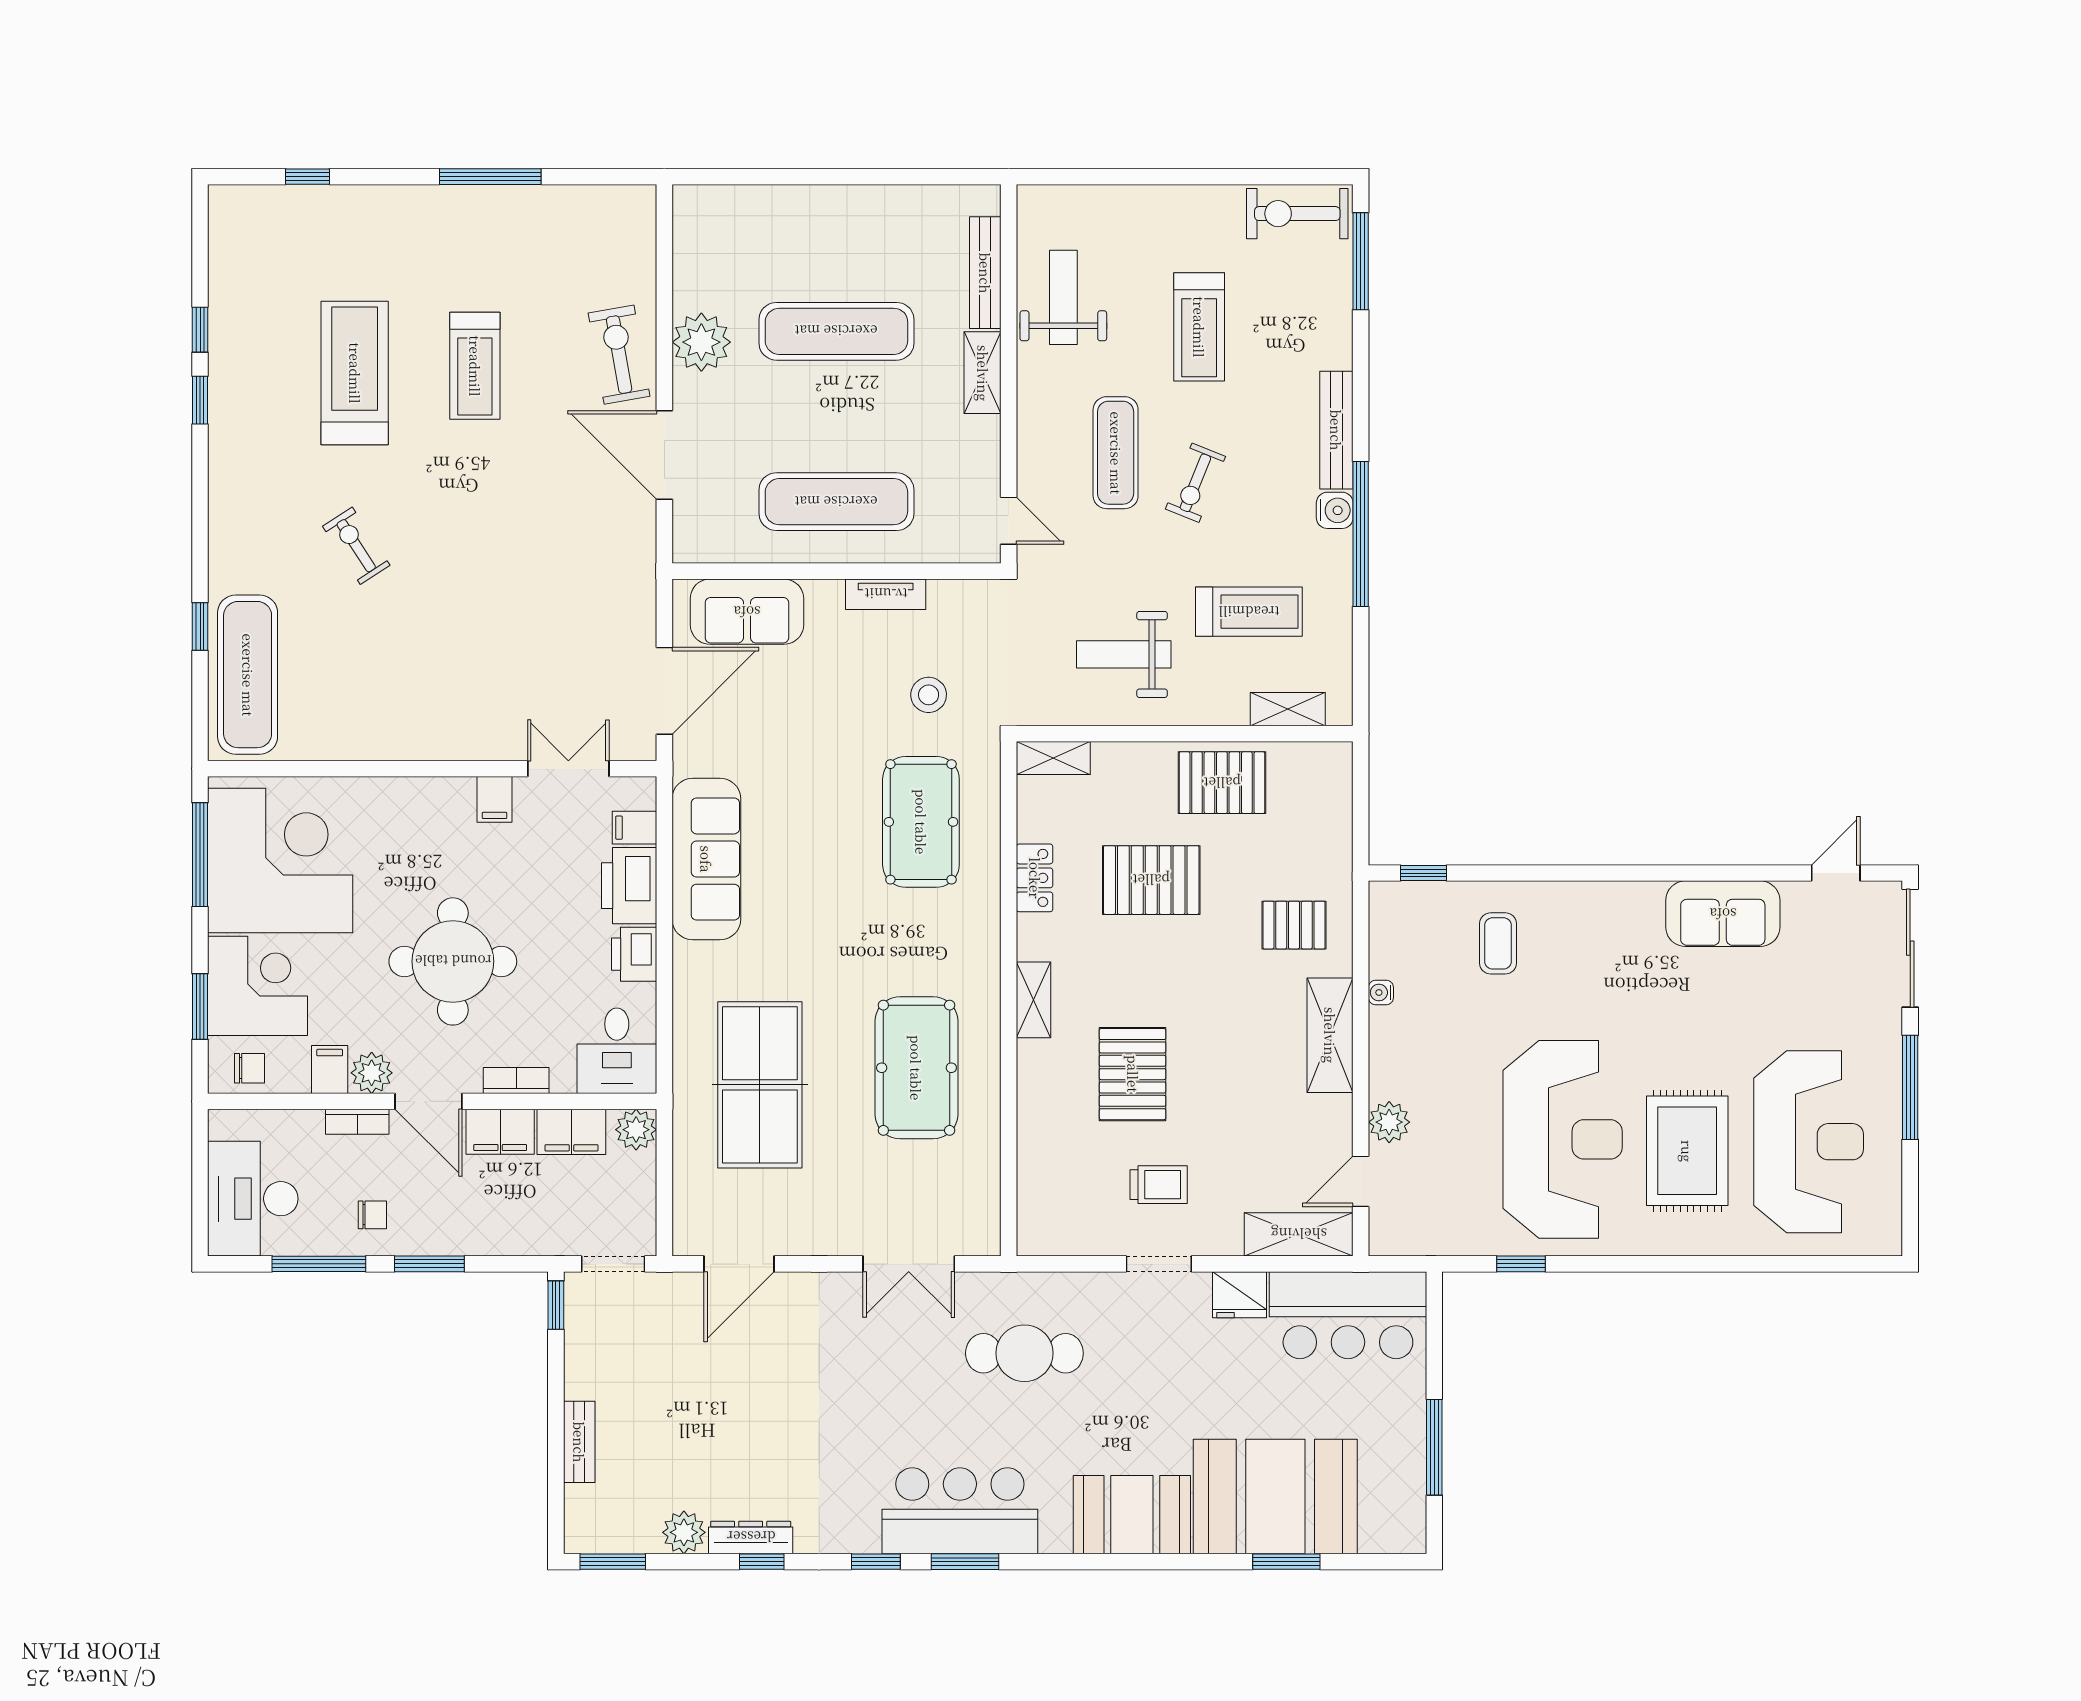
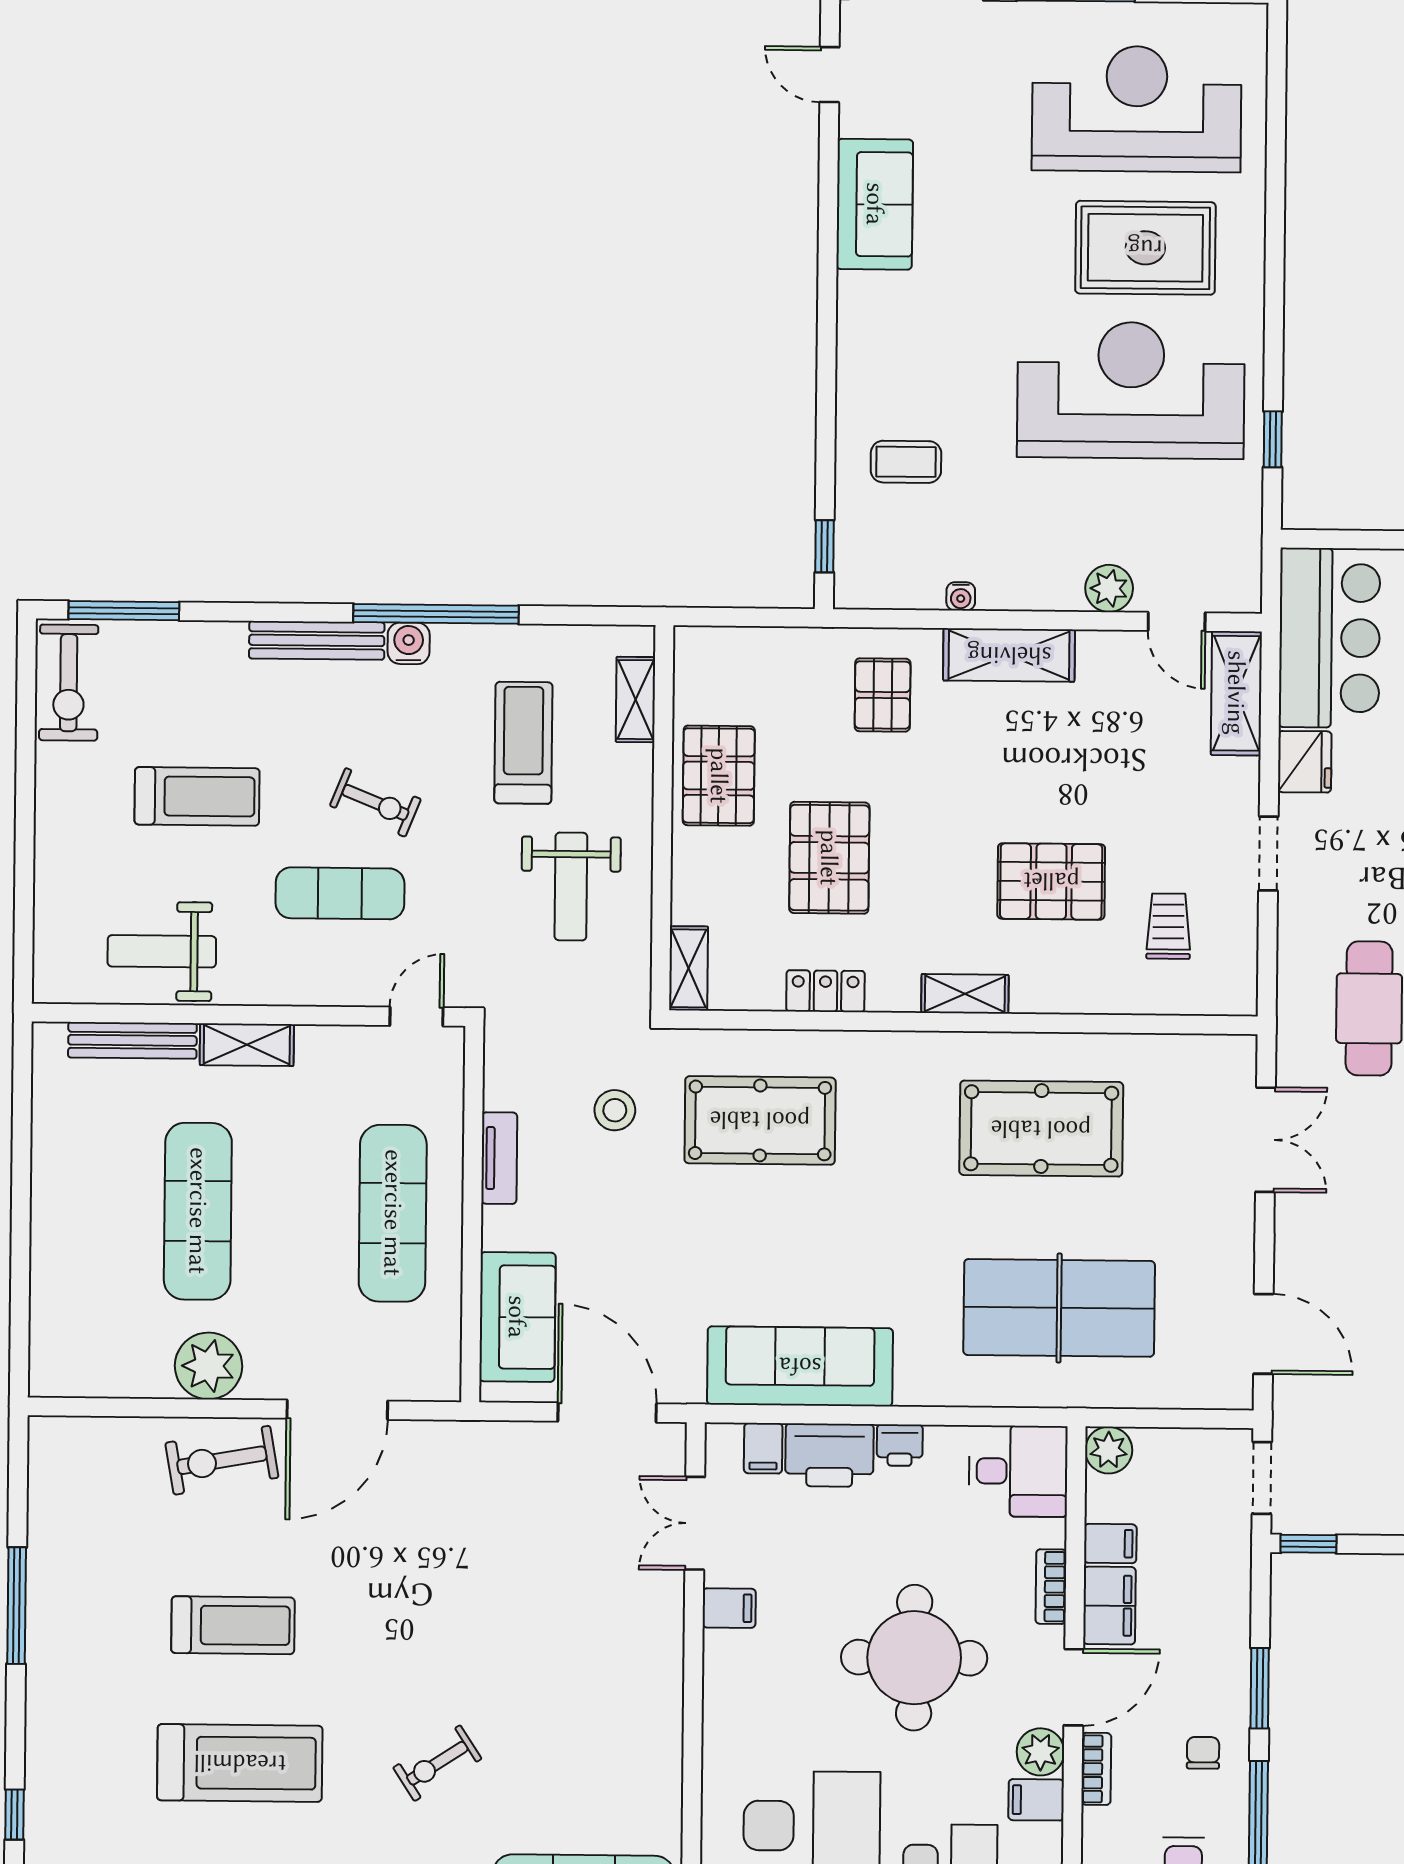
treadmill: (355, 373) -> (240, 1763), turned 180
printer: (634, 954) -> (900, 1445), width x0.73, depth x0.81
filing cabinet: (571, 1132) -> (1110, 1544), width x0.50
trolley: (1159, 1185) -> (1168, 926), moved

